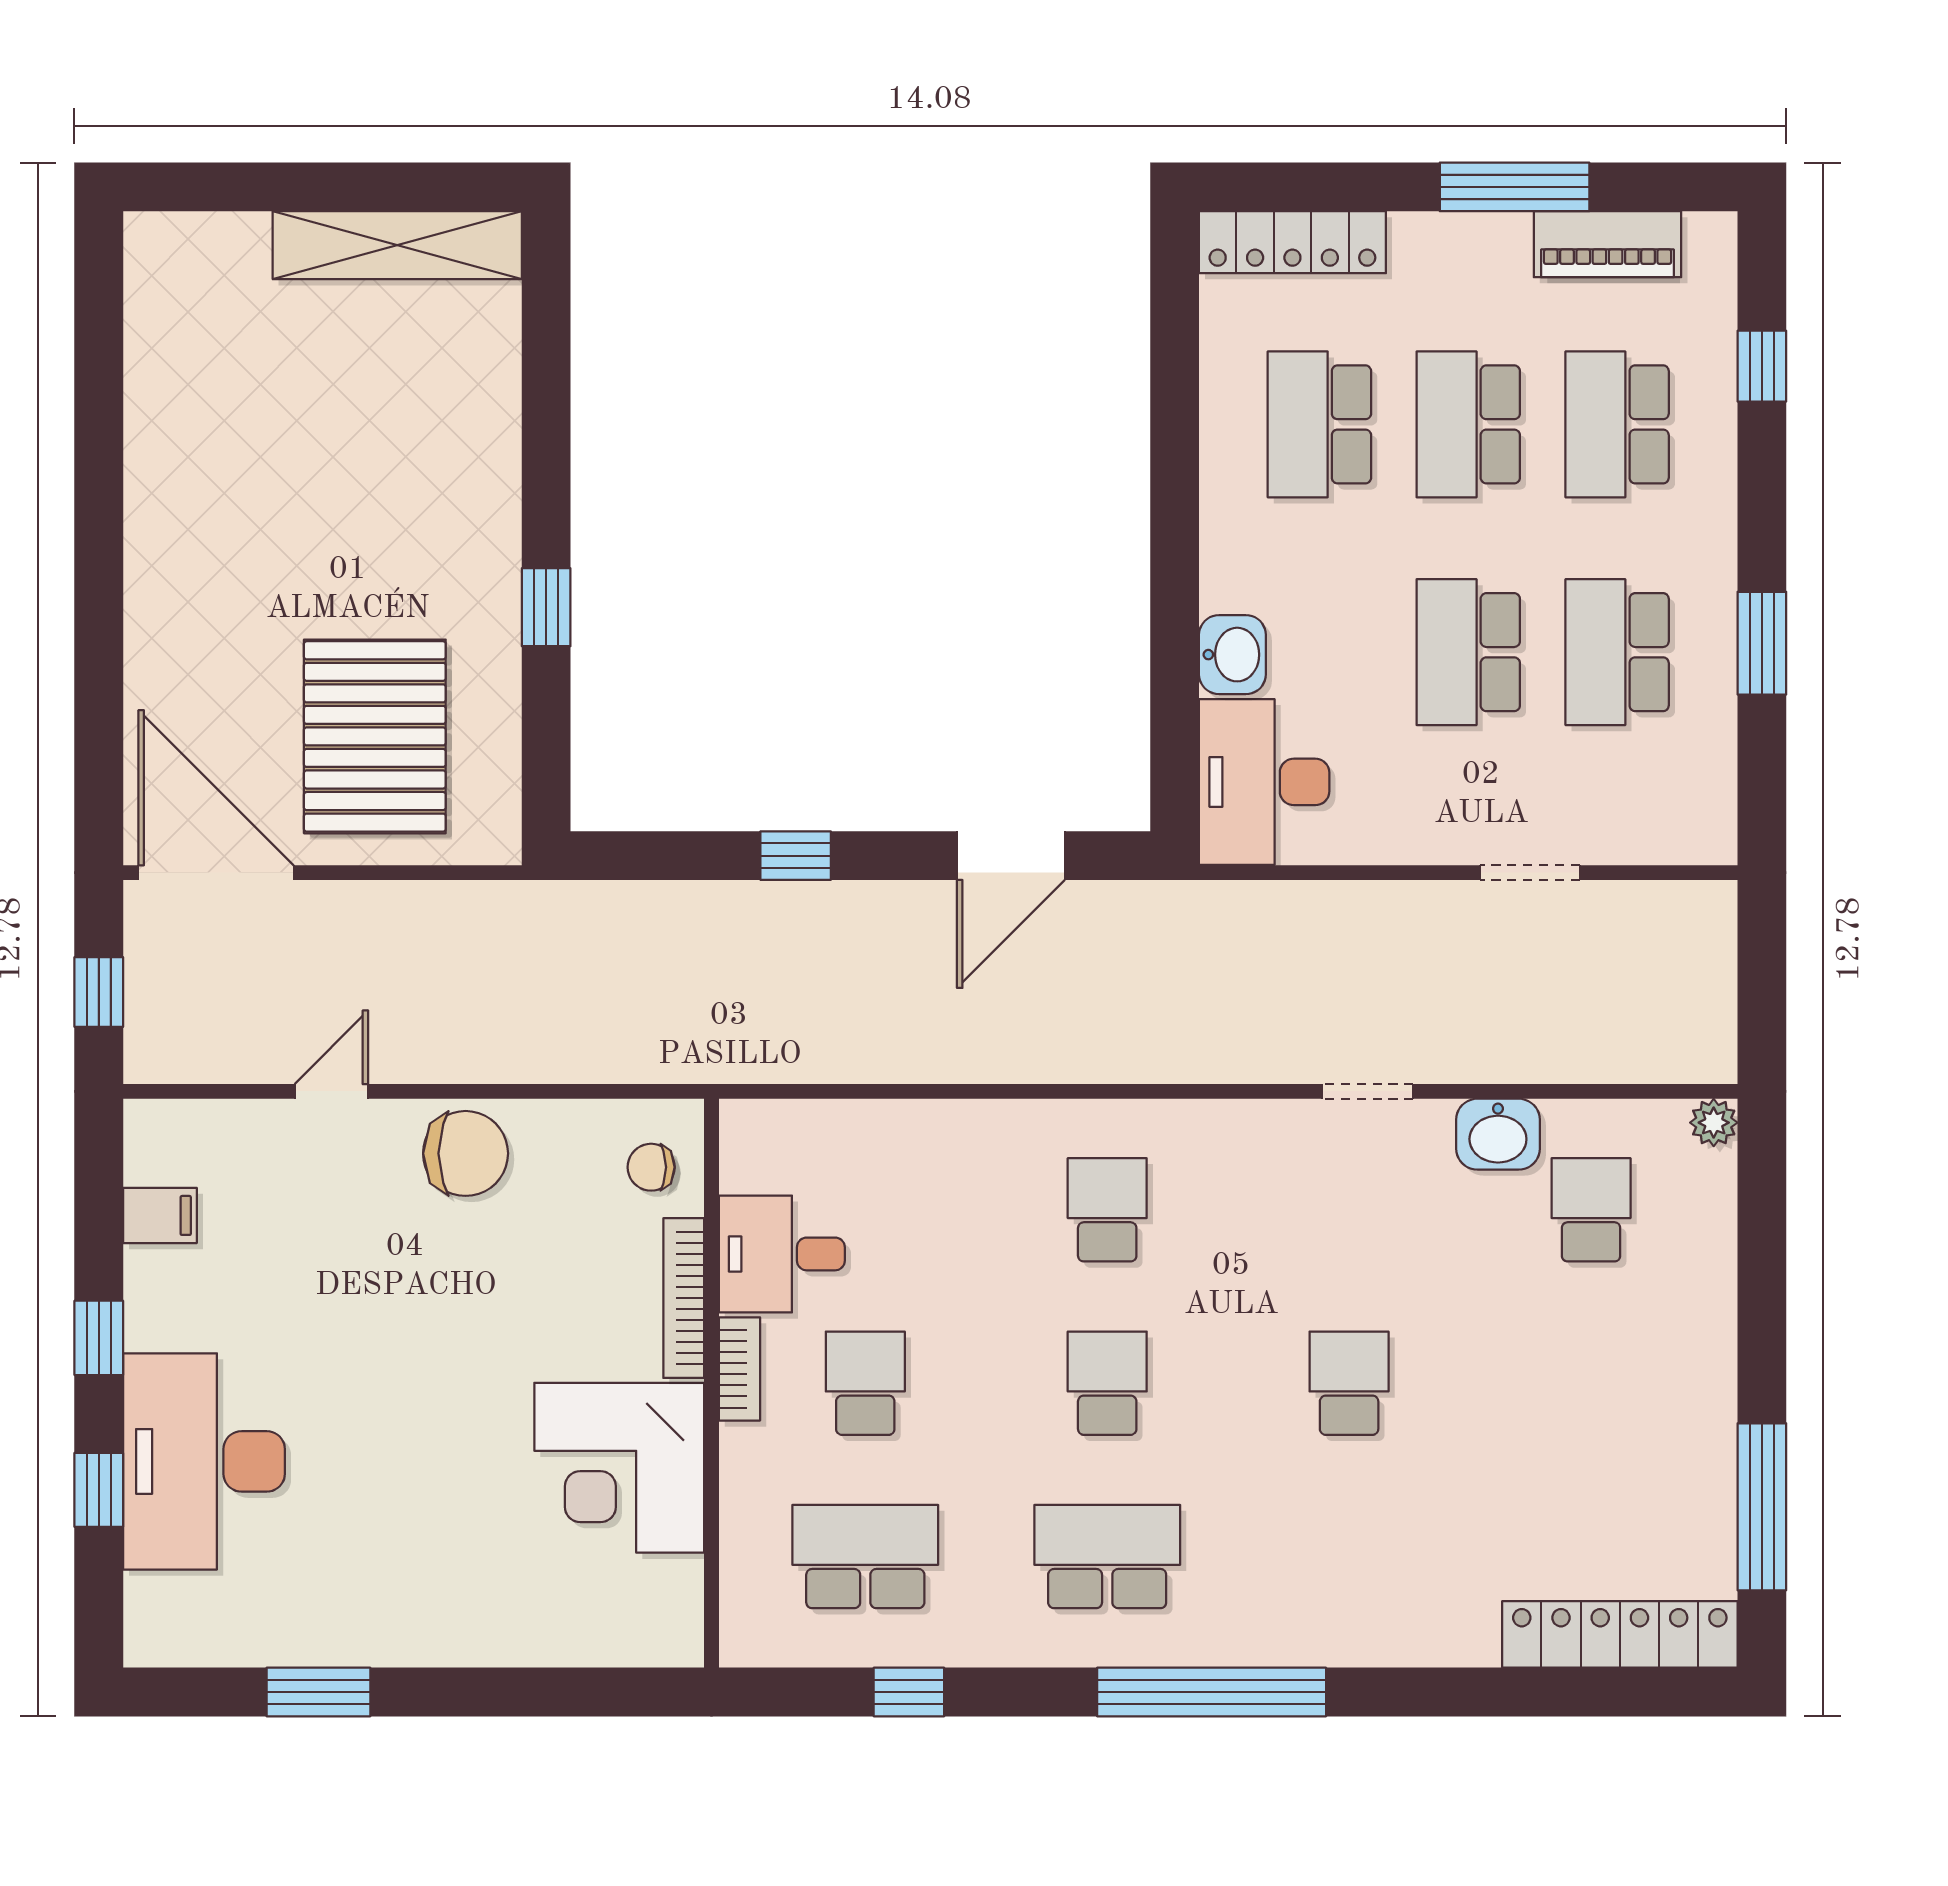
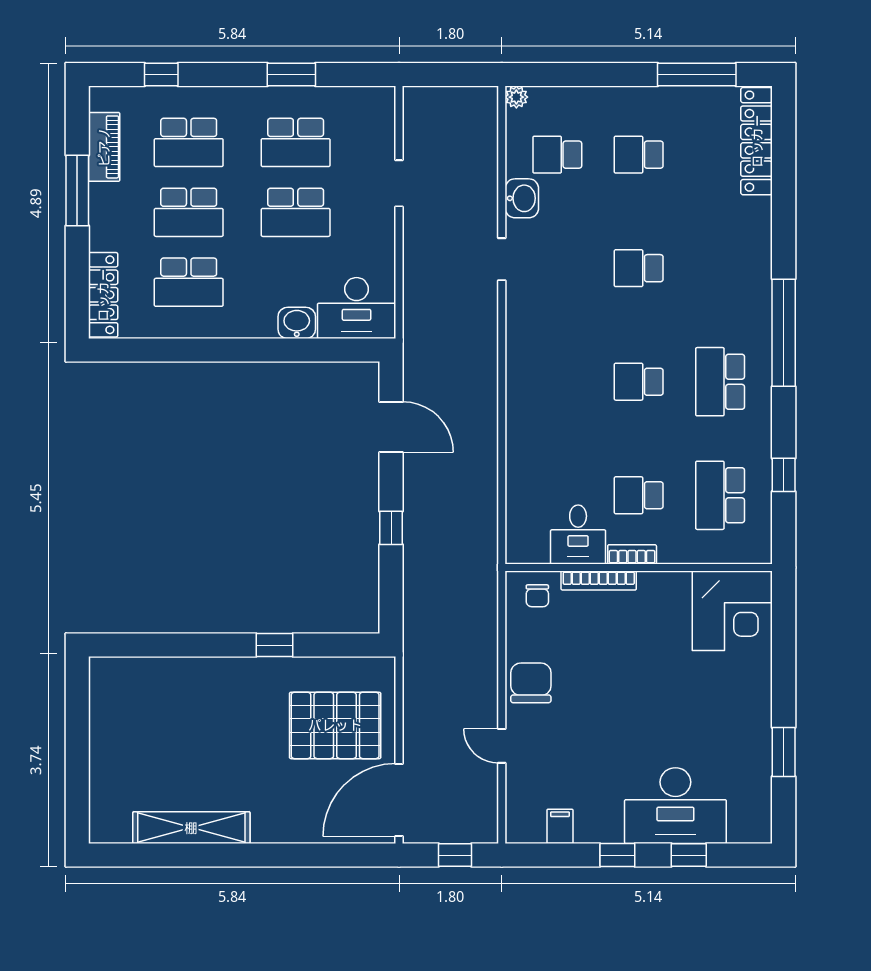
shelving: (397, 245) -> (191, 828), moved, turned 90
school desk: (1107, 1210) -> (639, 155), moved
corner desk: (619, 1468) -> (732, 611), moved

